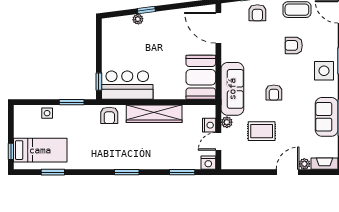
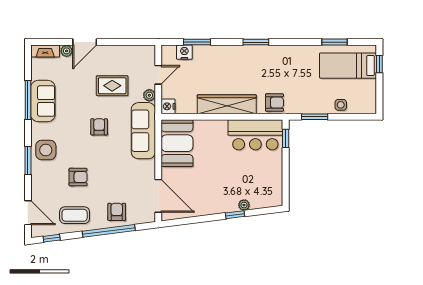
armchair: (109, 115) -> (274, 103), turned 90
nightstand: (209, 125) -> (168, 106), moved
nightstand: (208, 163) -> (184, 52), moved

